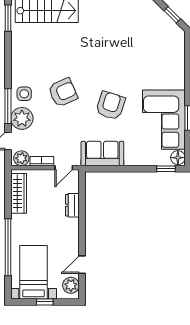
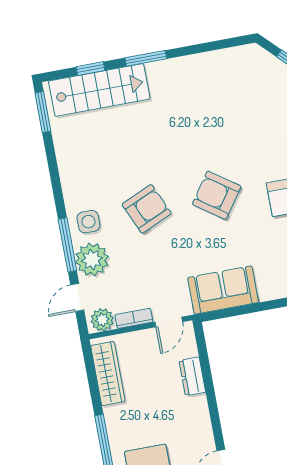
armchair: (110, 106) -> (217, 195), moved, turned -73

